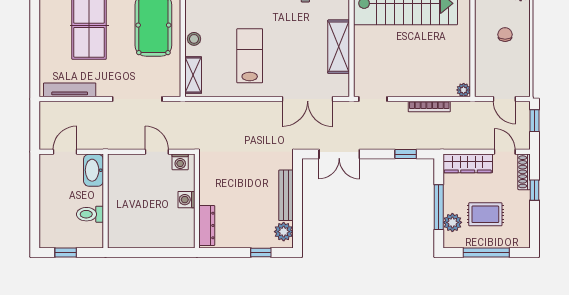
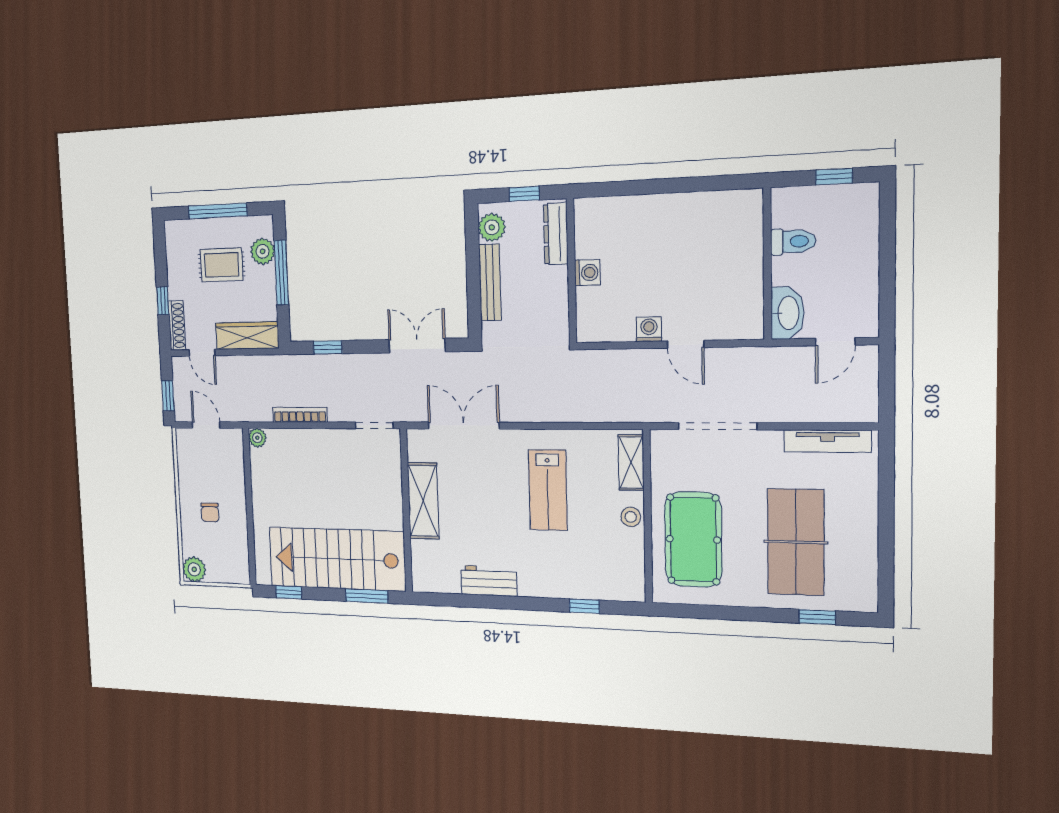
washing machine: (186, 200) -> (587, 273), moved
wall: (197, 201) -> (572, 271), moved
dresser: (207, 225) -> (556, 234), moved

